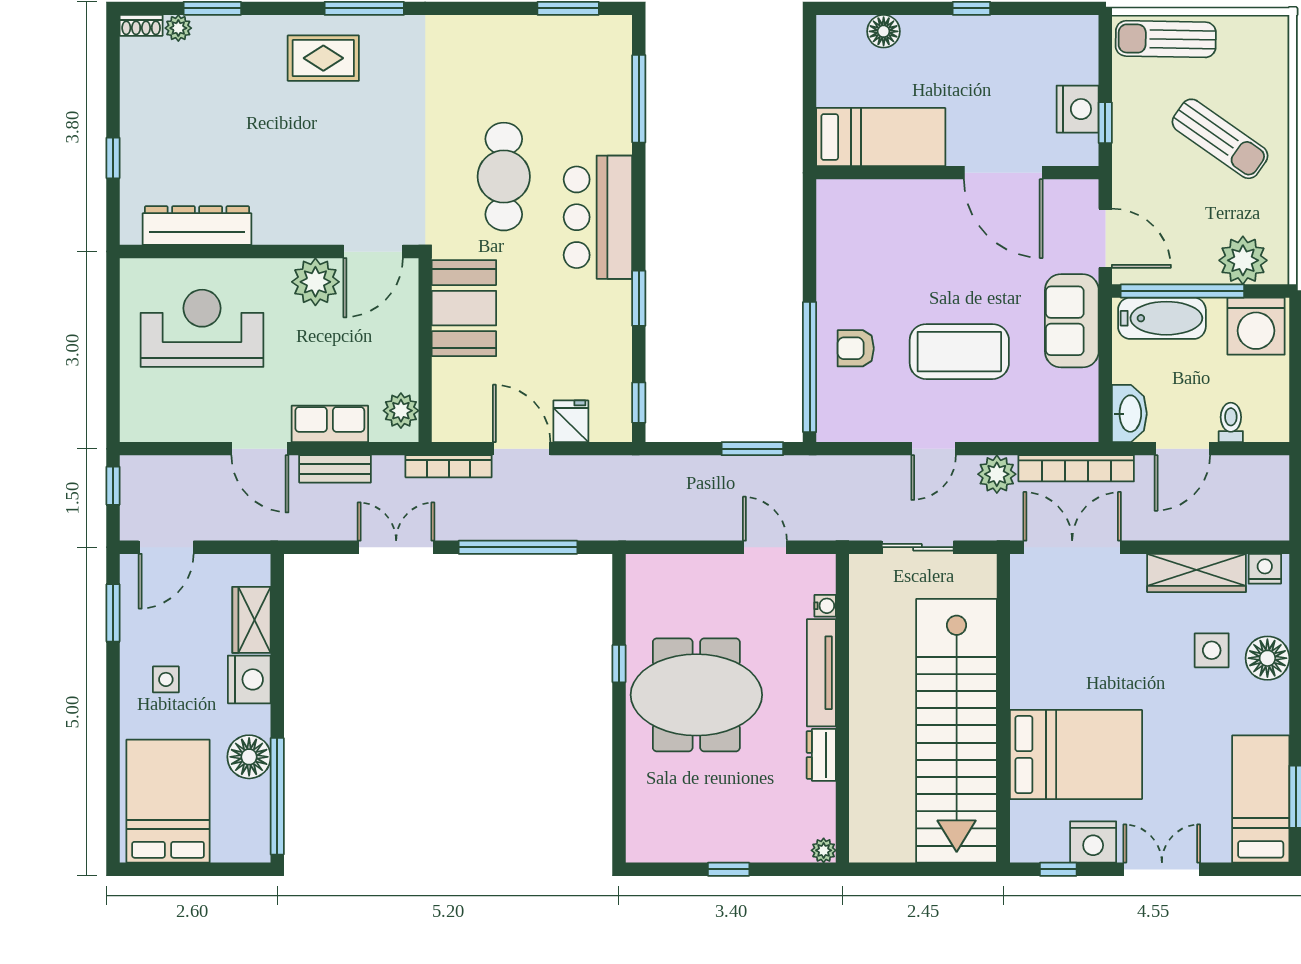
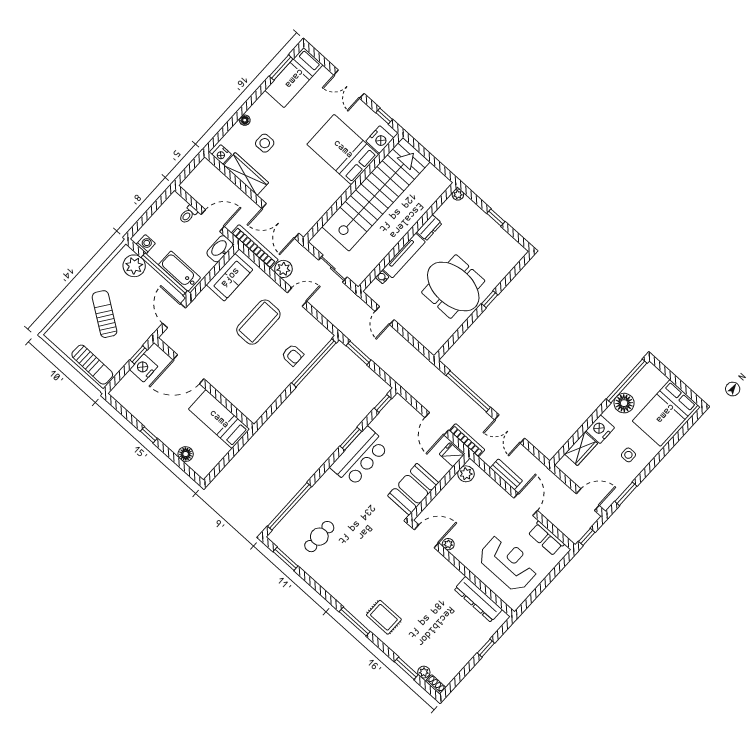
window: (639, 99) -> (289, 506), width x1.46
door: (1003, 173) -> (188, 369), swing flipped
cafe table: (504, 177) -> (319, 537), moved, width x0.73, depth x0.74
bar counter: (598, 217) -> (360, 457), moved
plant: (315, 282) -> (448, 544), width x0.53, depth x0.53
sofa: (1072, 321) -> (230, 277), moved
washing machine: (1256, 326) -> (146, 244), width x0.53, depth x0.53
reception desk: (202, 328) -> (508, 563), turned 180
coffee table: (959, 352) -> (258, 322), turned 90
fridge: (571, 421) -> (451, 455), moved, turned 90
row of seats: (330, 424) -> (546, 538), moved
floor lamp: (1267, 658) -> (245, 120), width x0.53, depth x0.53
window: (619, 664) -> (490, 299), moved
nightstand: (1093, 842) -> (380, 140), moved, turned 90

